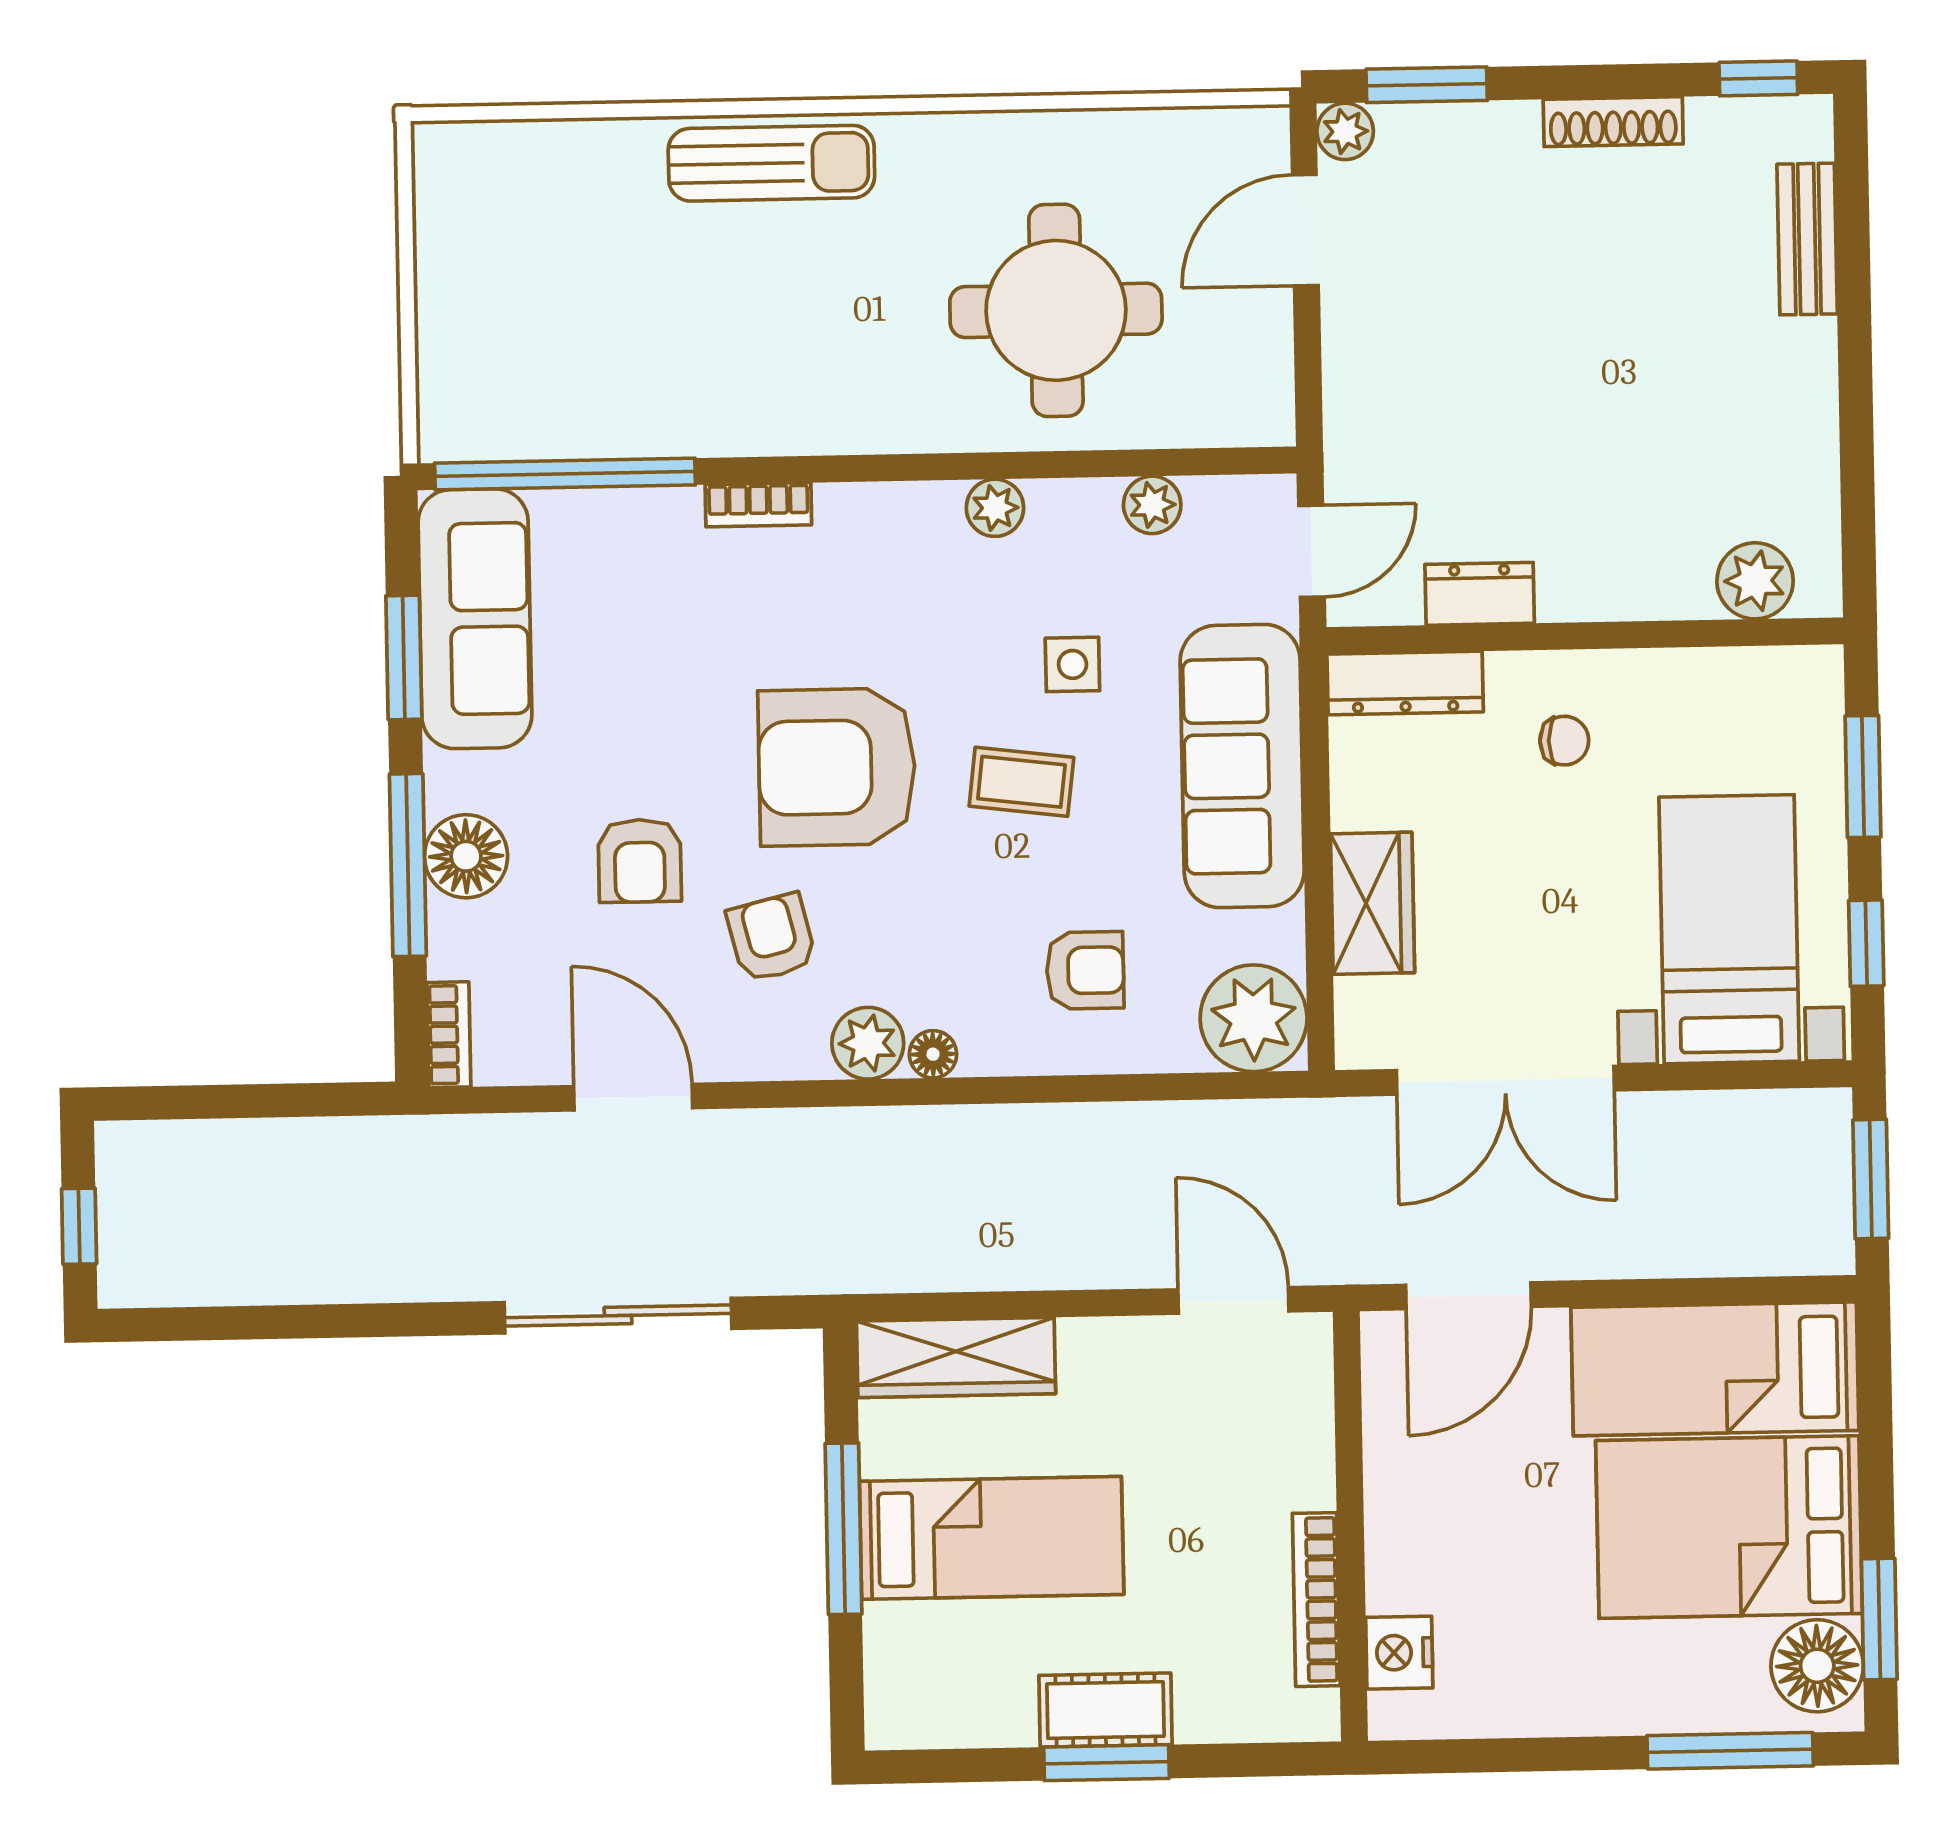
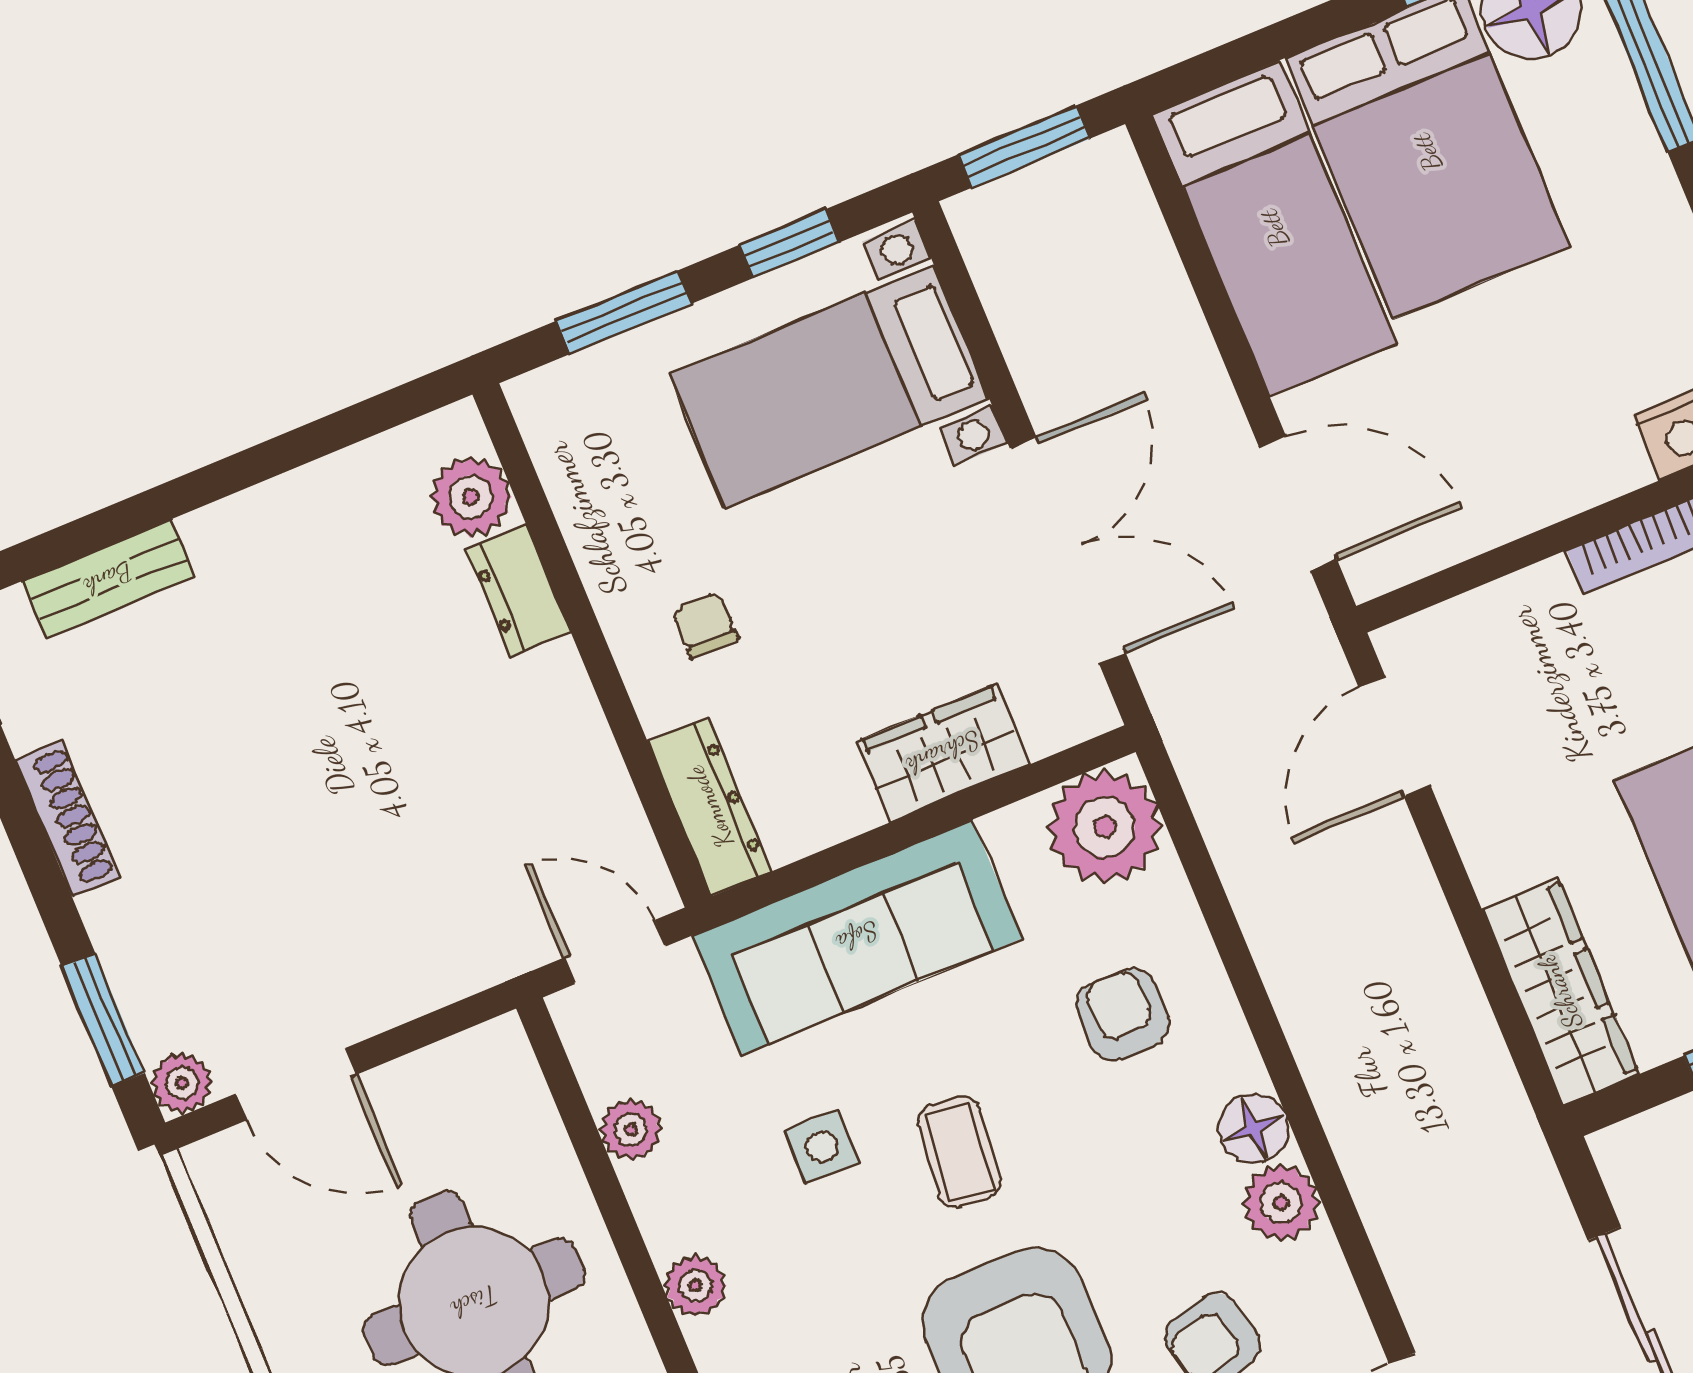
dresser: (1480, 594) -> (518, 591), moved
floor lamp: (933, 1054) -> (1254, 1128), width x1.37, depth x1.37

